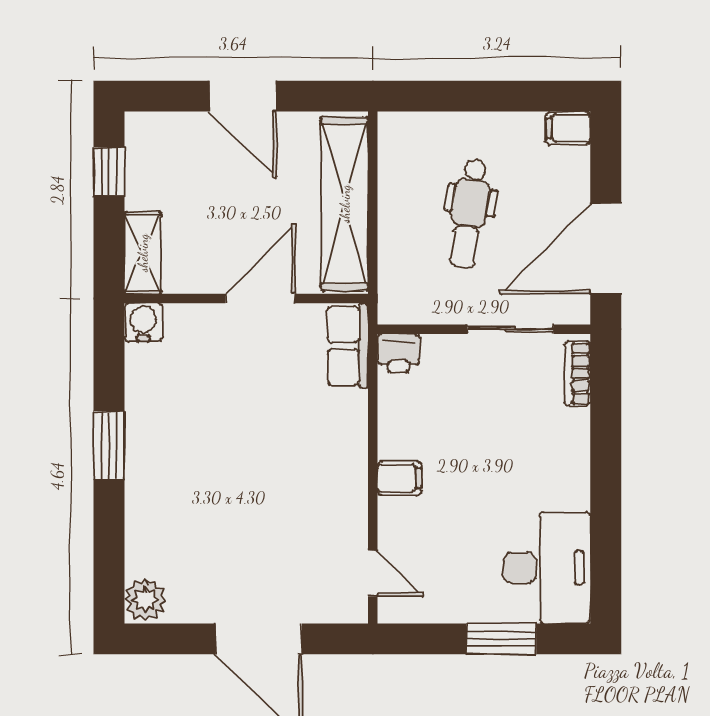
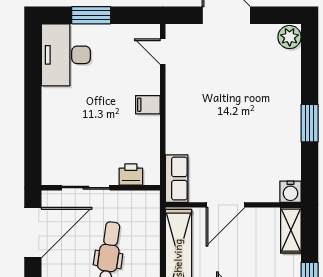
printer: (398, 353) -> (131, 175), moved
bookcase: (578, 374) -> (49, 163), removed

